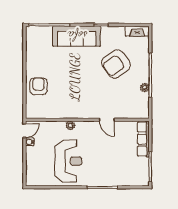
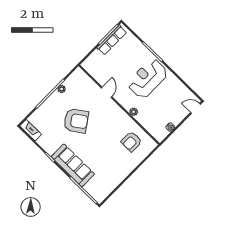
armchair: (116, 64) -> (76, 121), moved
armchair: (38, 86) -> (131, 142), moved
door: (24, 131) -> (195, 108), moved
row of seats: (143, 139) -> (112, 40), moved
reception desk: (68, 161) -> (148, 79), moved

